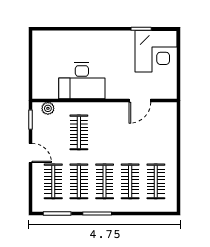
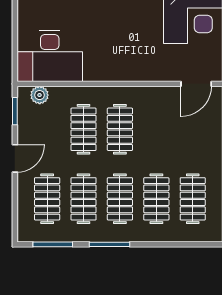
desk: (82, 81) -> (50, 56), moved
door: (140, 100) -> (196, 84), moved
clothes rail: (105, 132) -> (120, 129), added
door: (31, 153) -> (15, 158), hinge flipped

